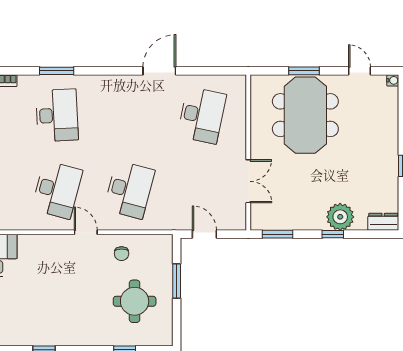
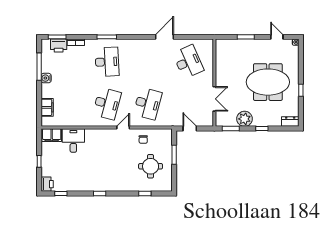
desk: (202, 115) -> (188, 62), turned -36
meeting table: (305, 115) -> (268, 82), moved, turned 90
plant: (340, 217) -> (245, 119), moved
door: (86, 232) -> (123, 128), hinge flipped

